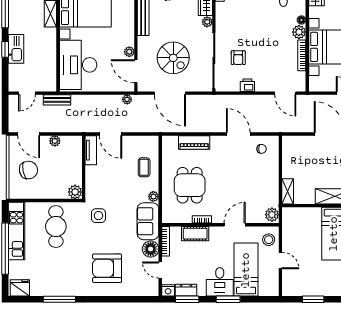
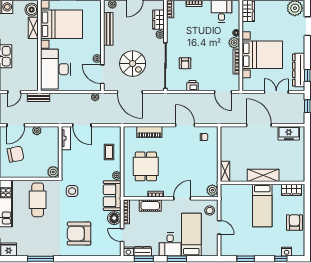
door: (29, 134) -> (16, 125), hinge flipped

